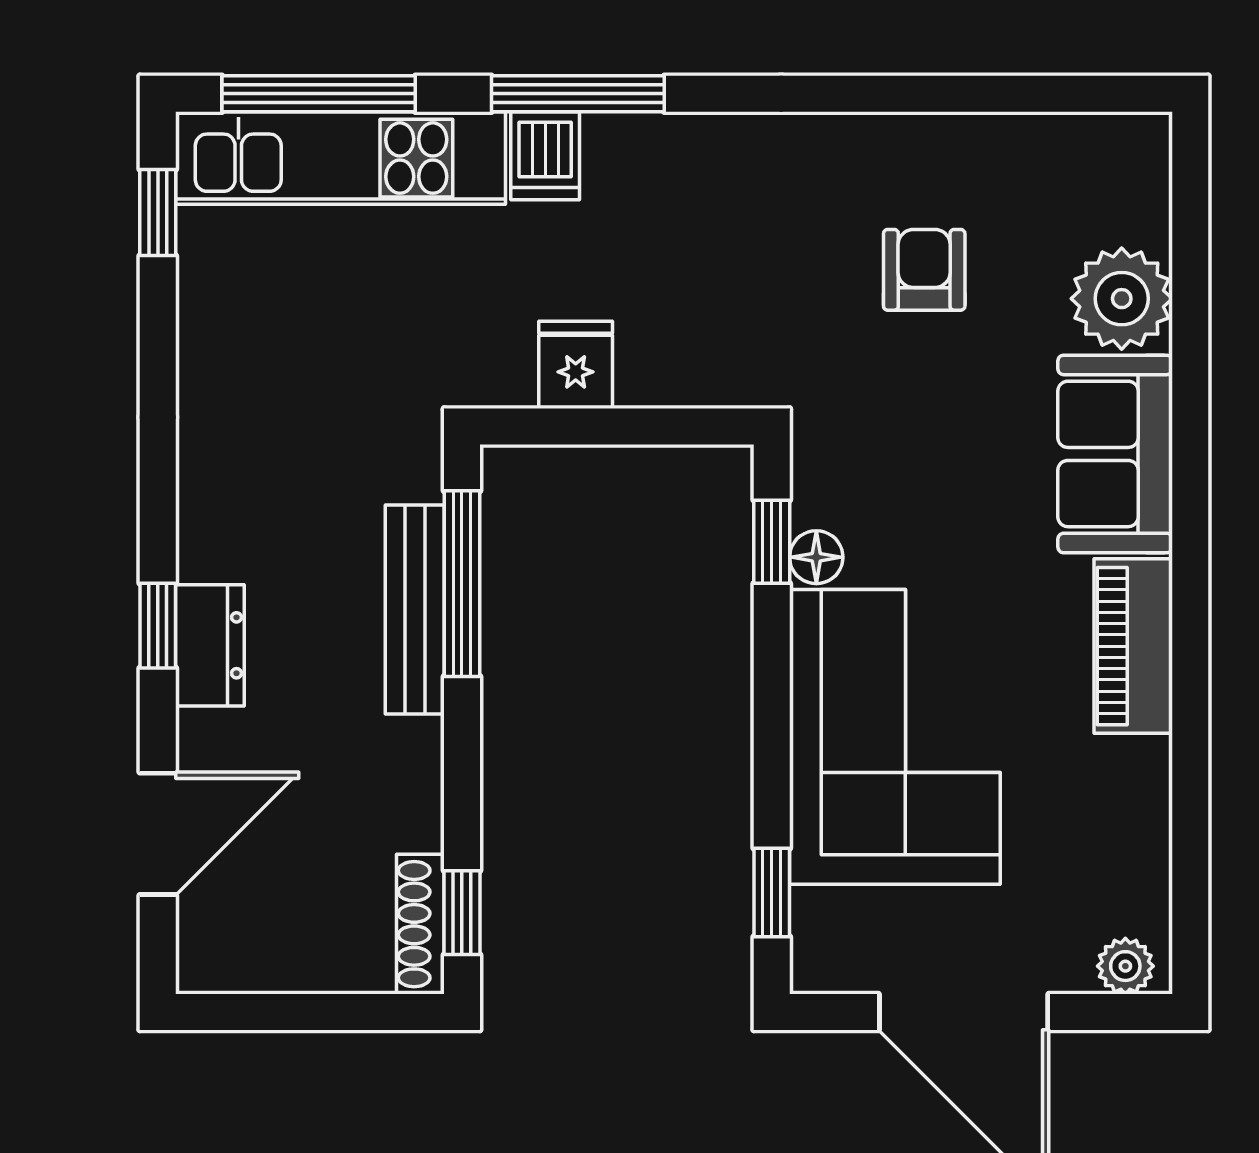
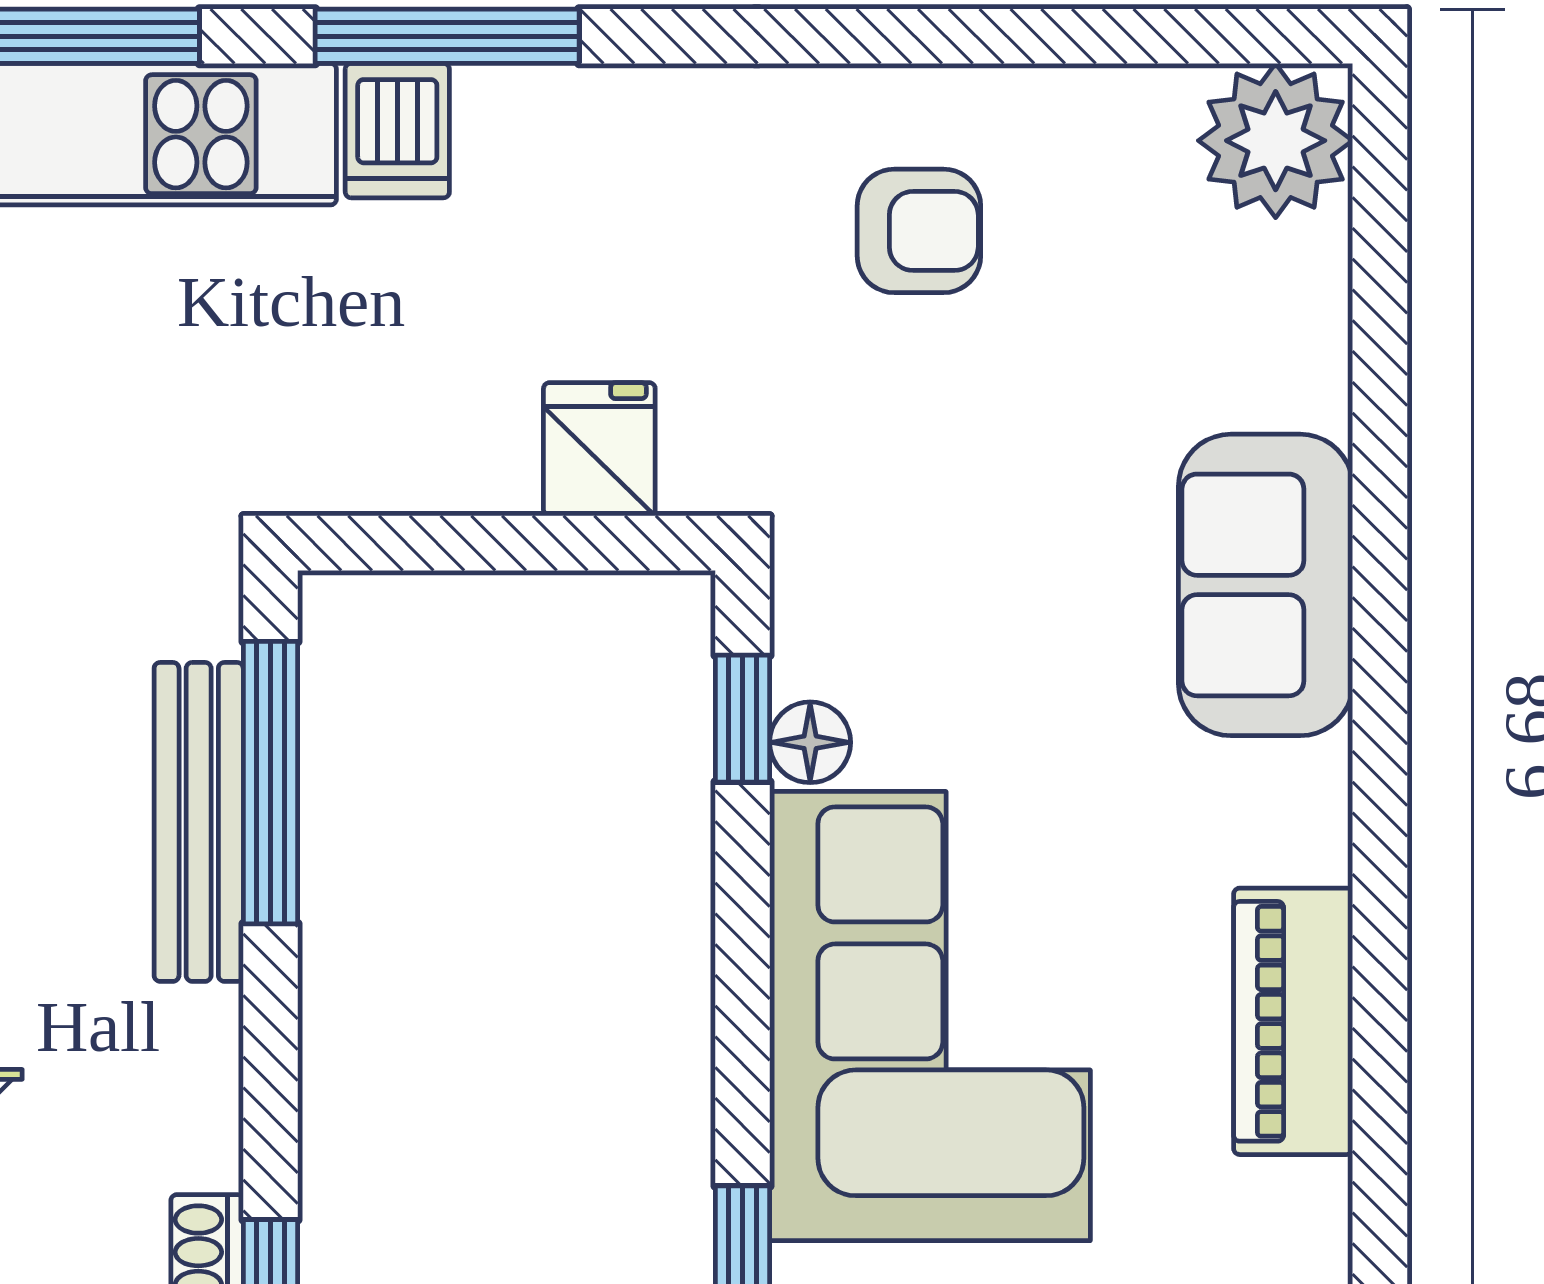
armchair: (924, 270) -> (919, 231), moved, turned 90
plant: (1122, 299) -> (1276, 141), moved
fridge: (576, 365) -> (599, 449), moved
piano: (1133, 646) -> (1293, 1021), moved

